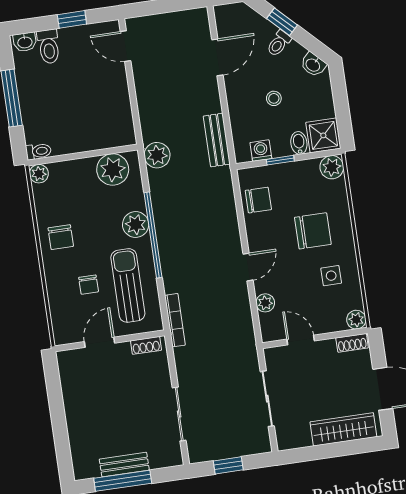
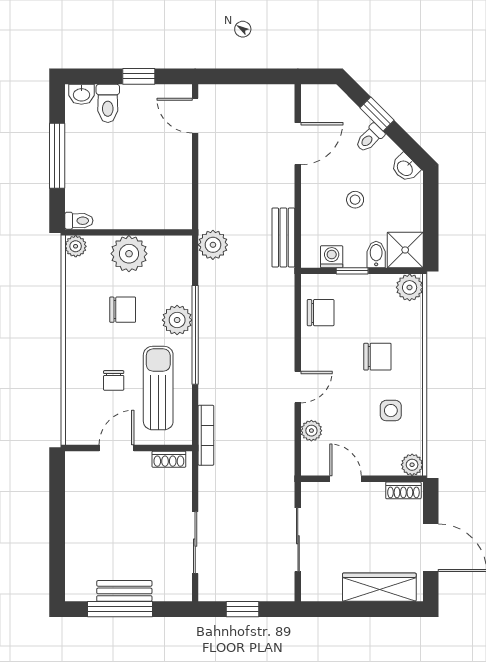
plant: (113, 169) -> (129, 254), moved
chair: (313, 231) -> (377, 357), width x0.73, depth x0.73
chair: (61, 237) -> (123, 310), moved, turned -90

